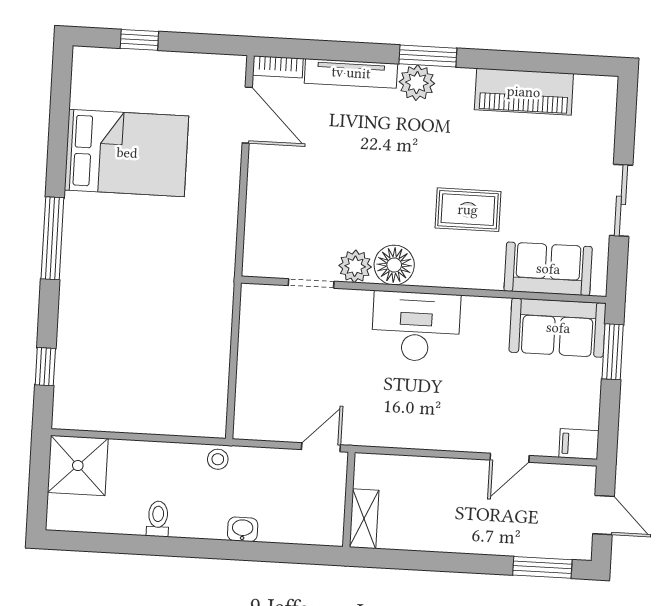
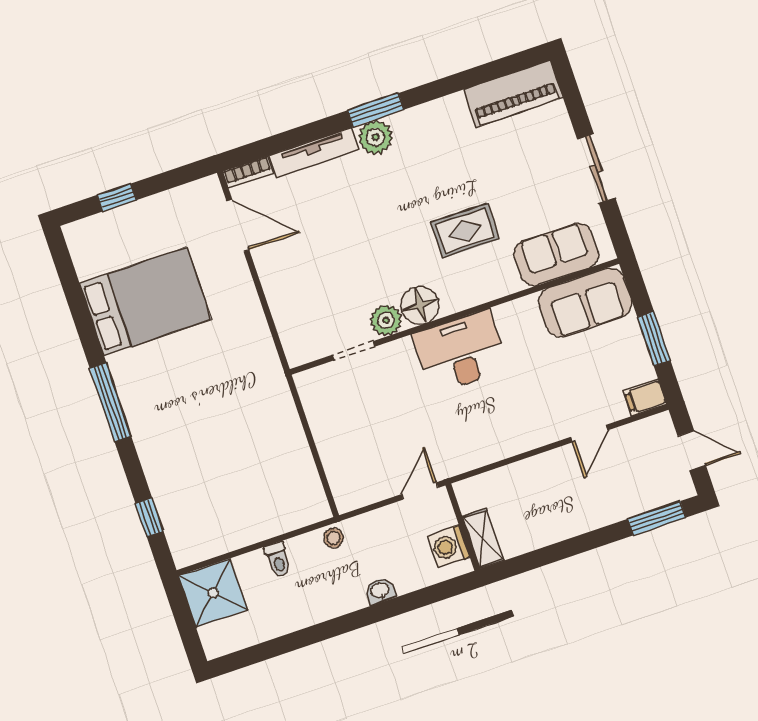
piano: (524, 92) -> (513, 94), moved
window: (613, 352) -> (654, 339), moved
washing machine: (327, 513) -> (449, 546), added
toilet: (158, 519) -> (278, 560), moved, turned 180

